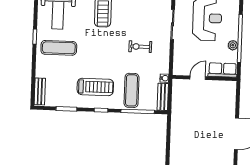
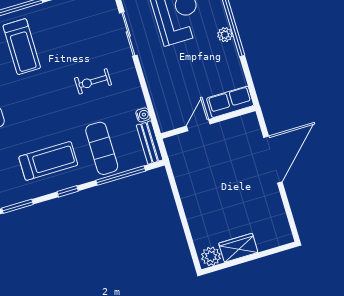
row of seats: (223, 70) -> (230, 102), moved
door: (198, 78) -> (198, 125), moved
wall: (204, 78) -> (208, 122), moved

